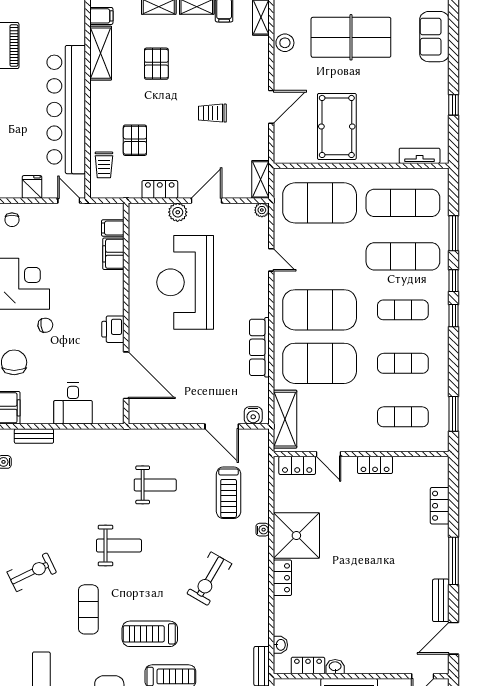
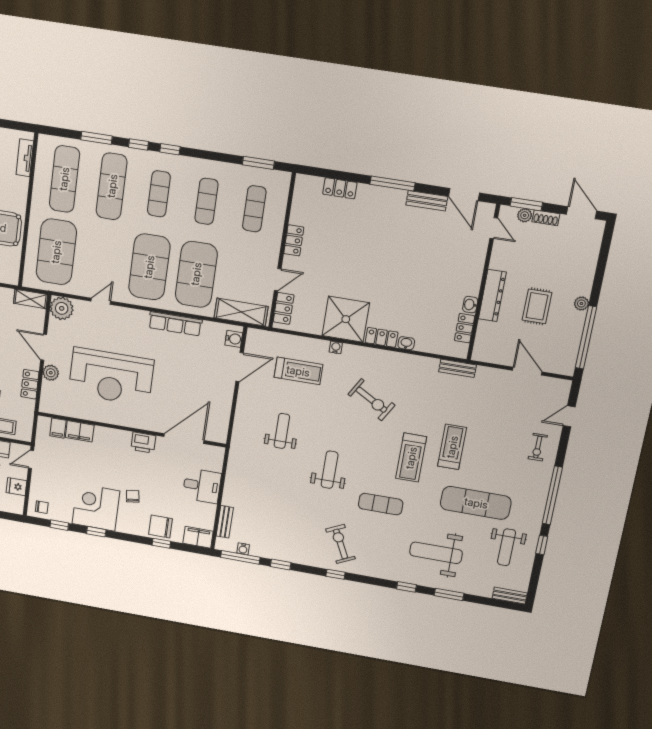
plant: (262, 210) -> (62, 308), width x1.87, depth x1.87
washbasin: (280, 645) -> (406, 343), moved

